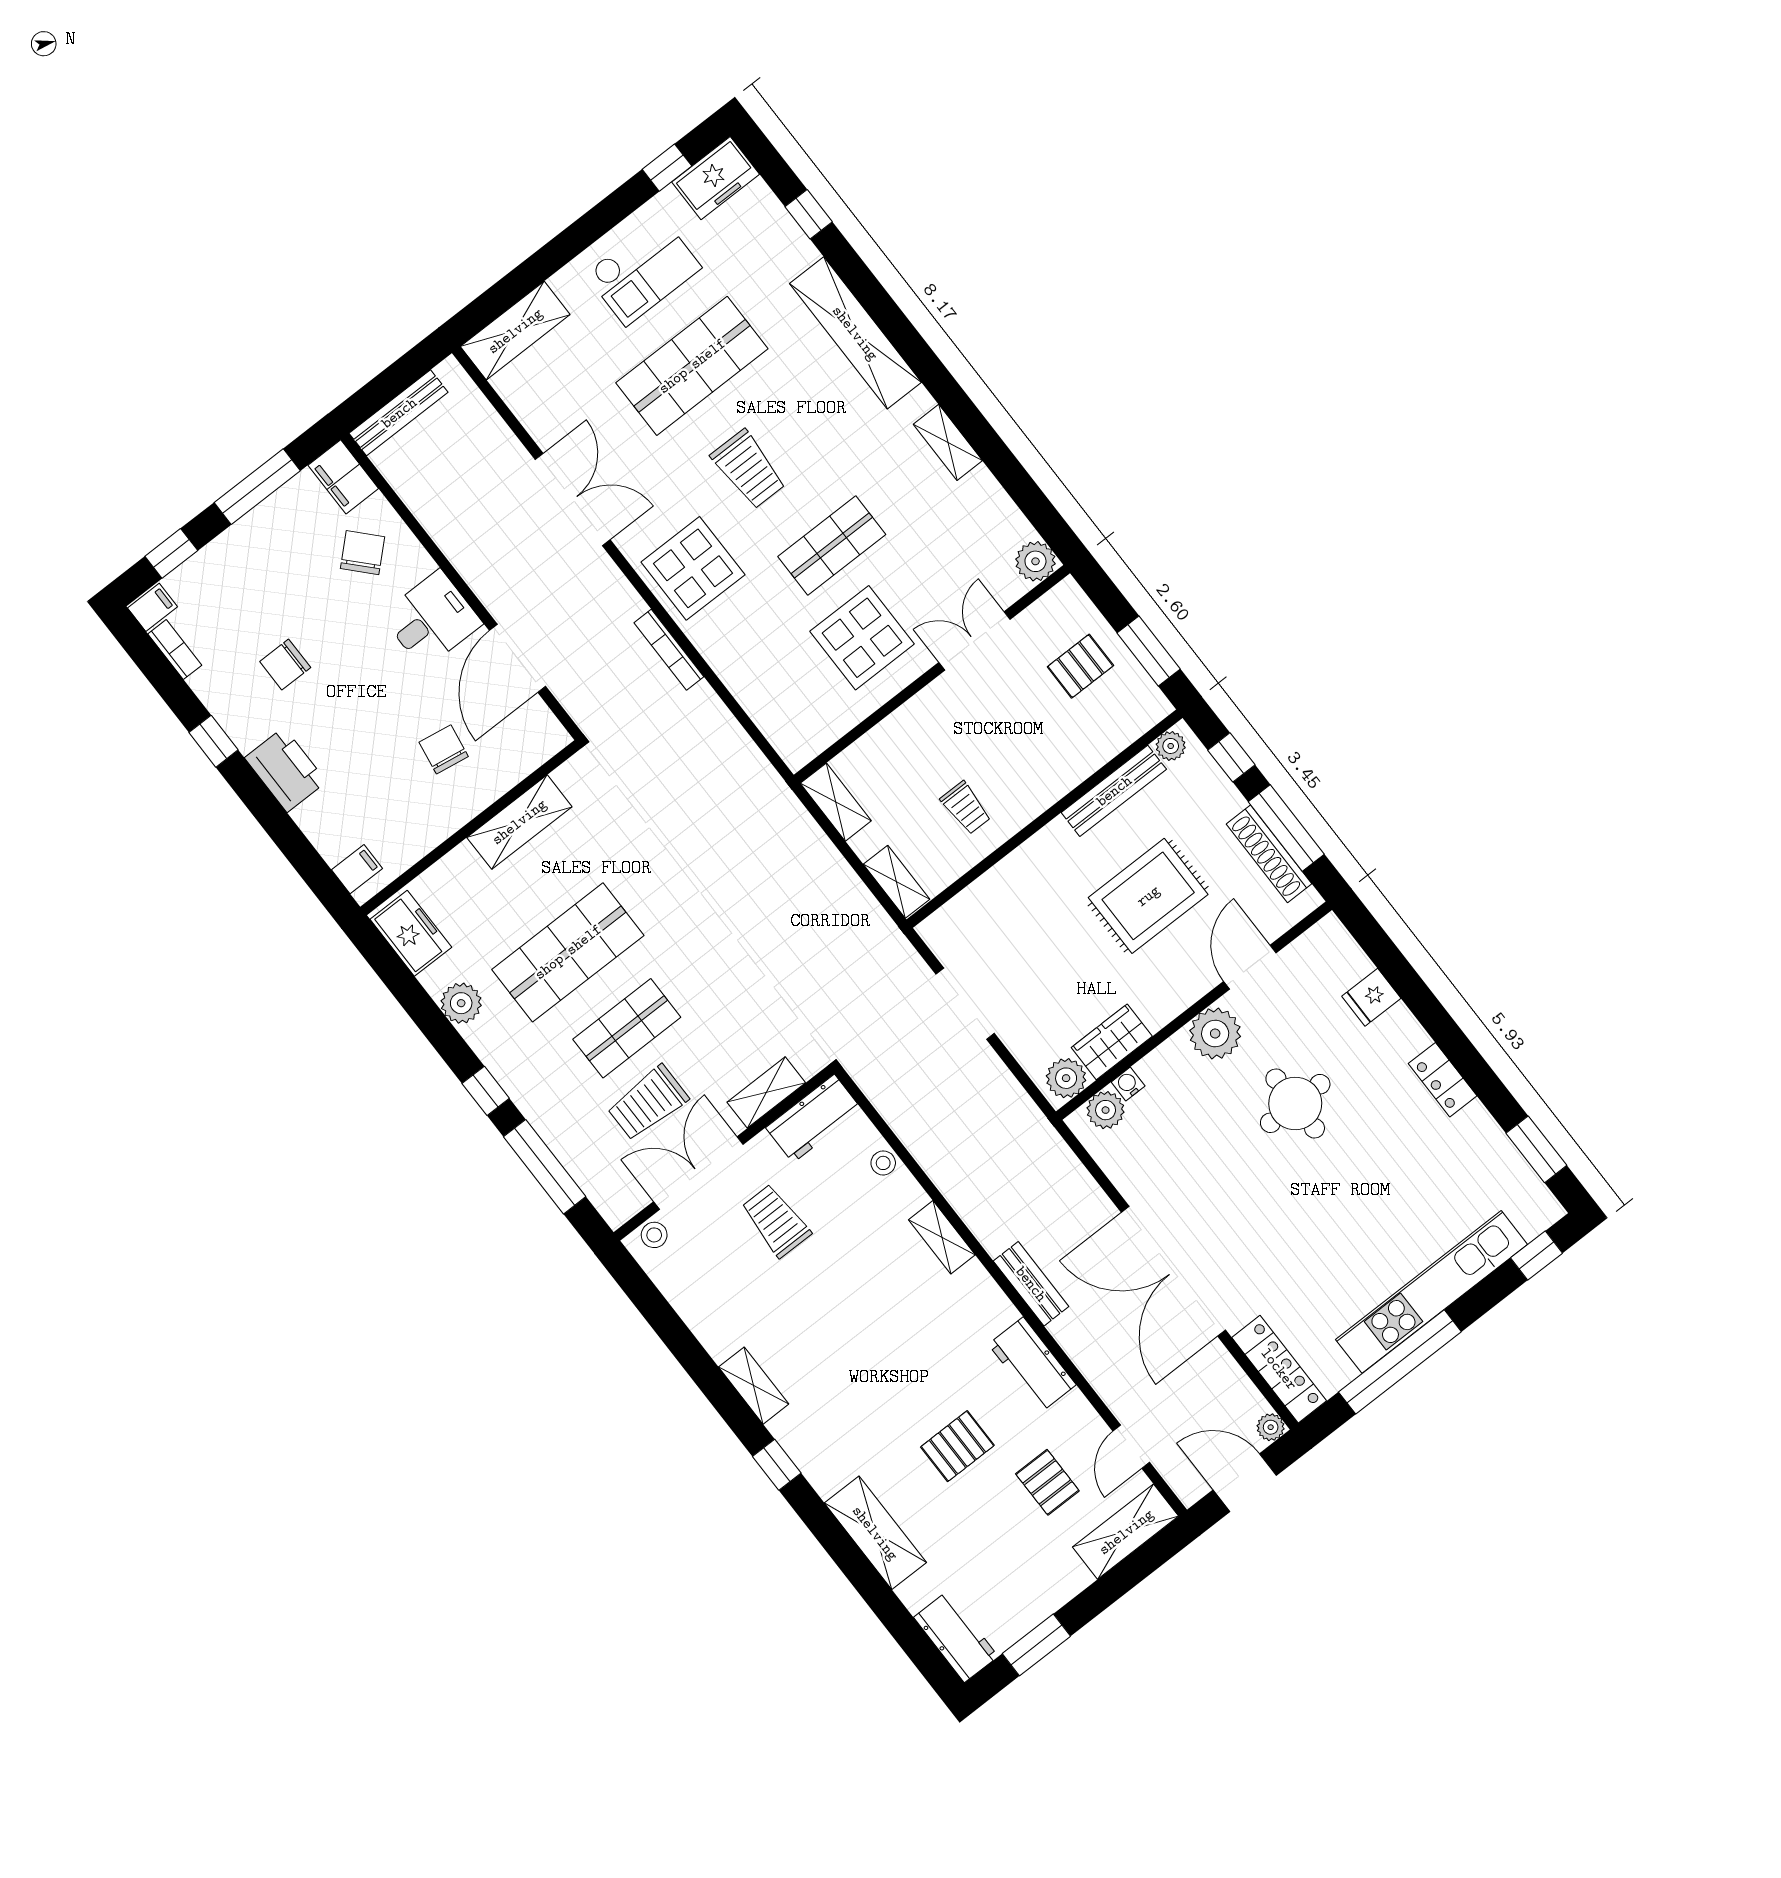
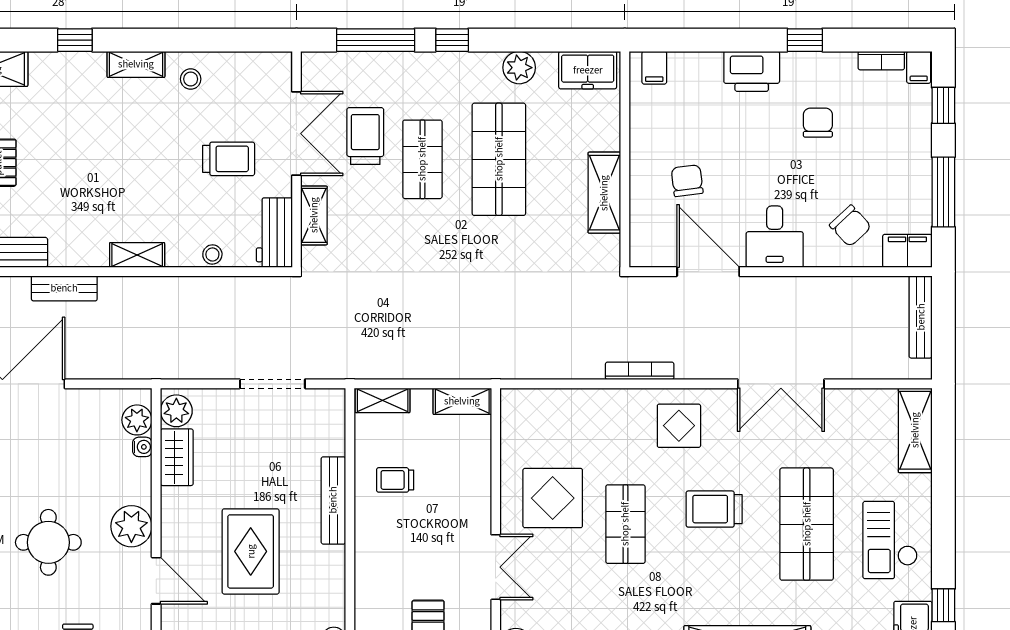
display table: (693, 568) -> (679, 426), width x0.73, depth x0.73
chair: (444, 749) -> (687, 181), turned -106
bench: (1114, 791) -> (333, 500), moved
stool: (654, 1235) -> (191, 79), moved

